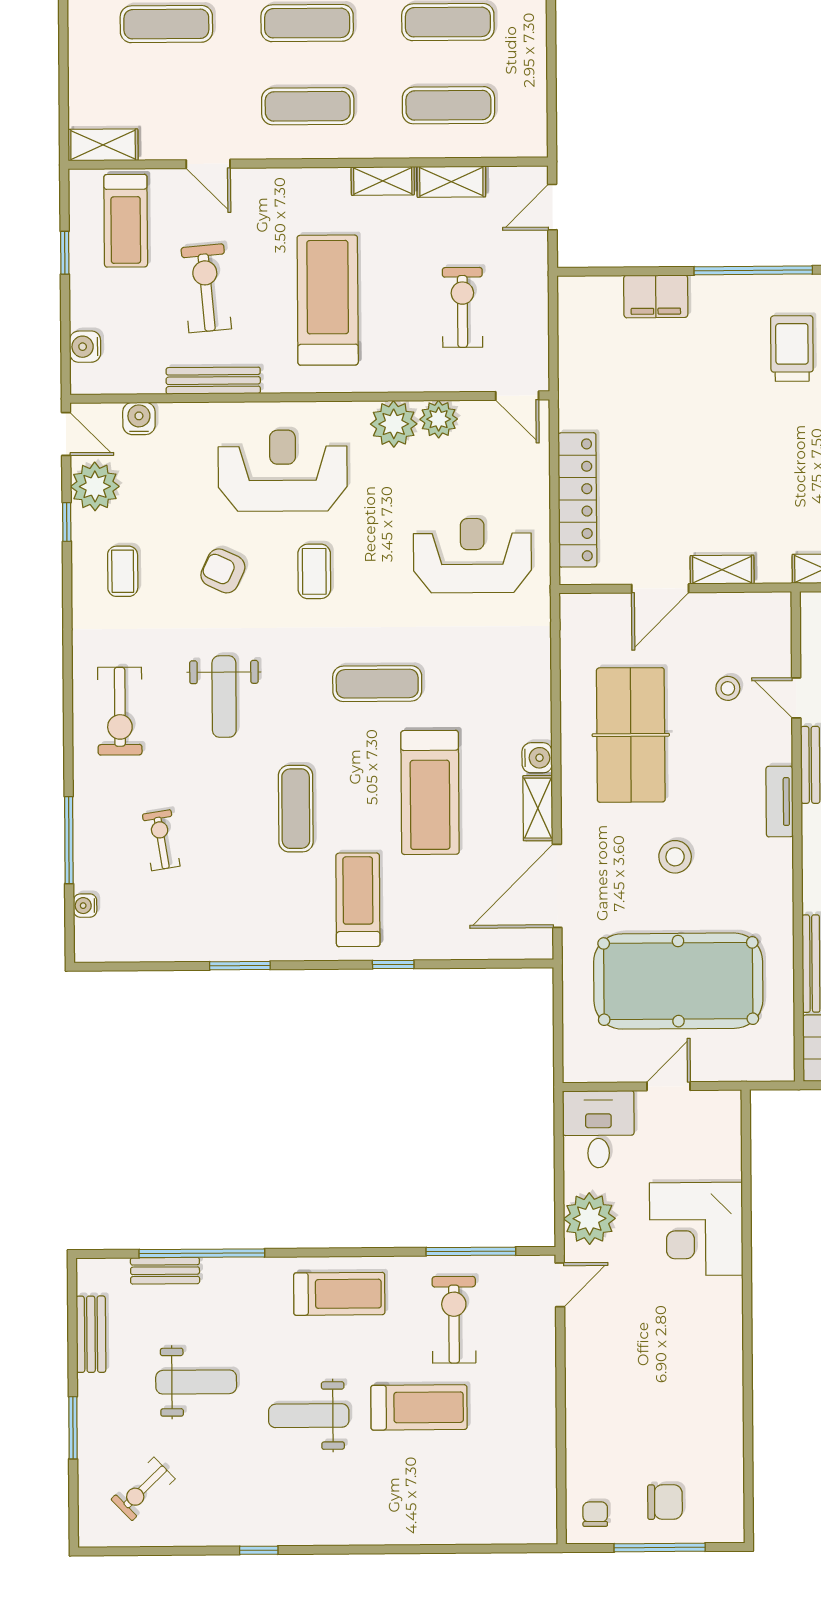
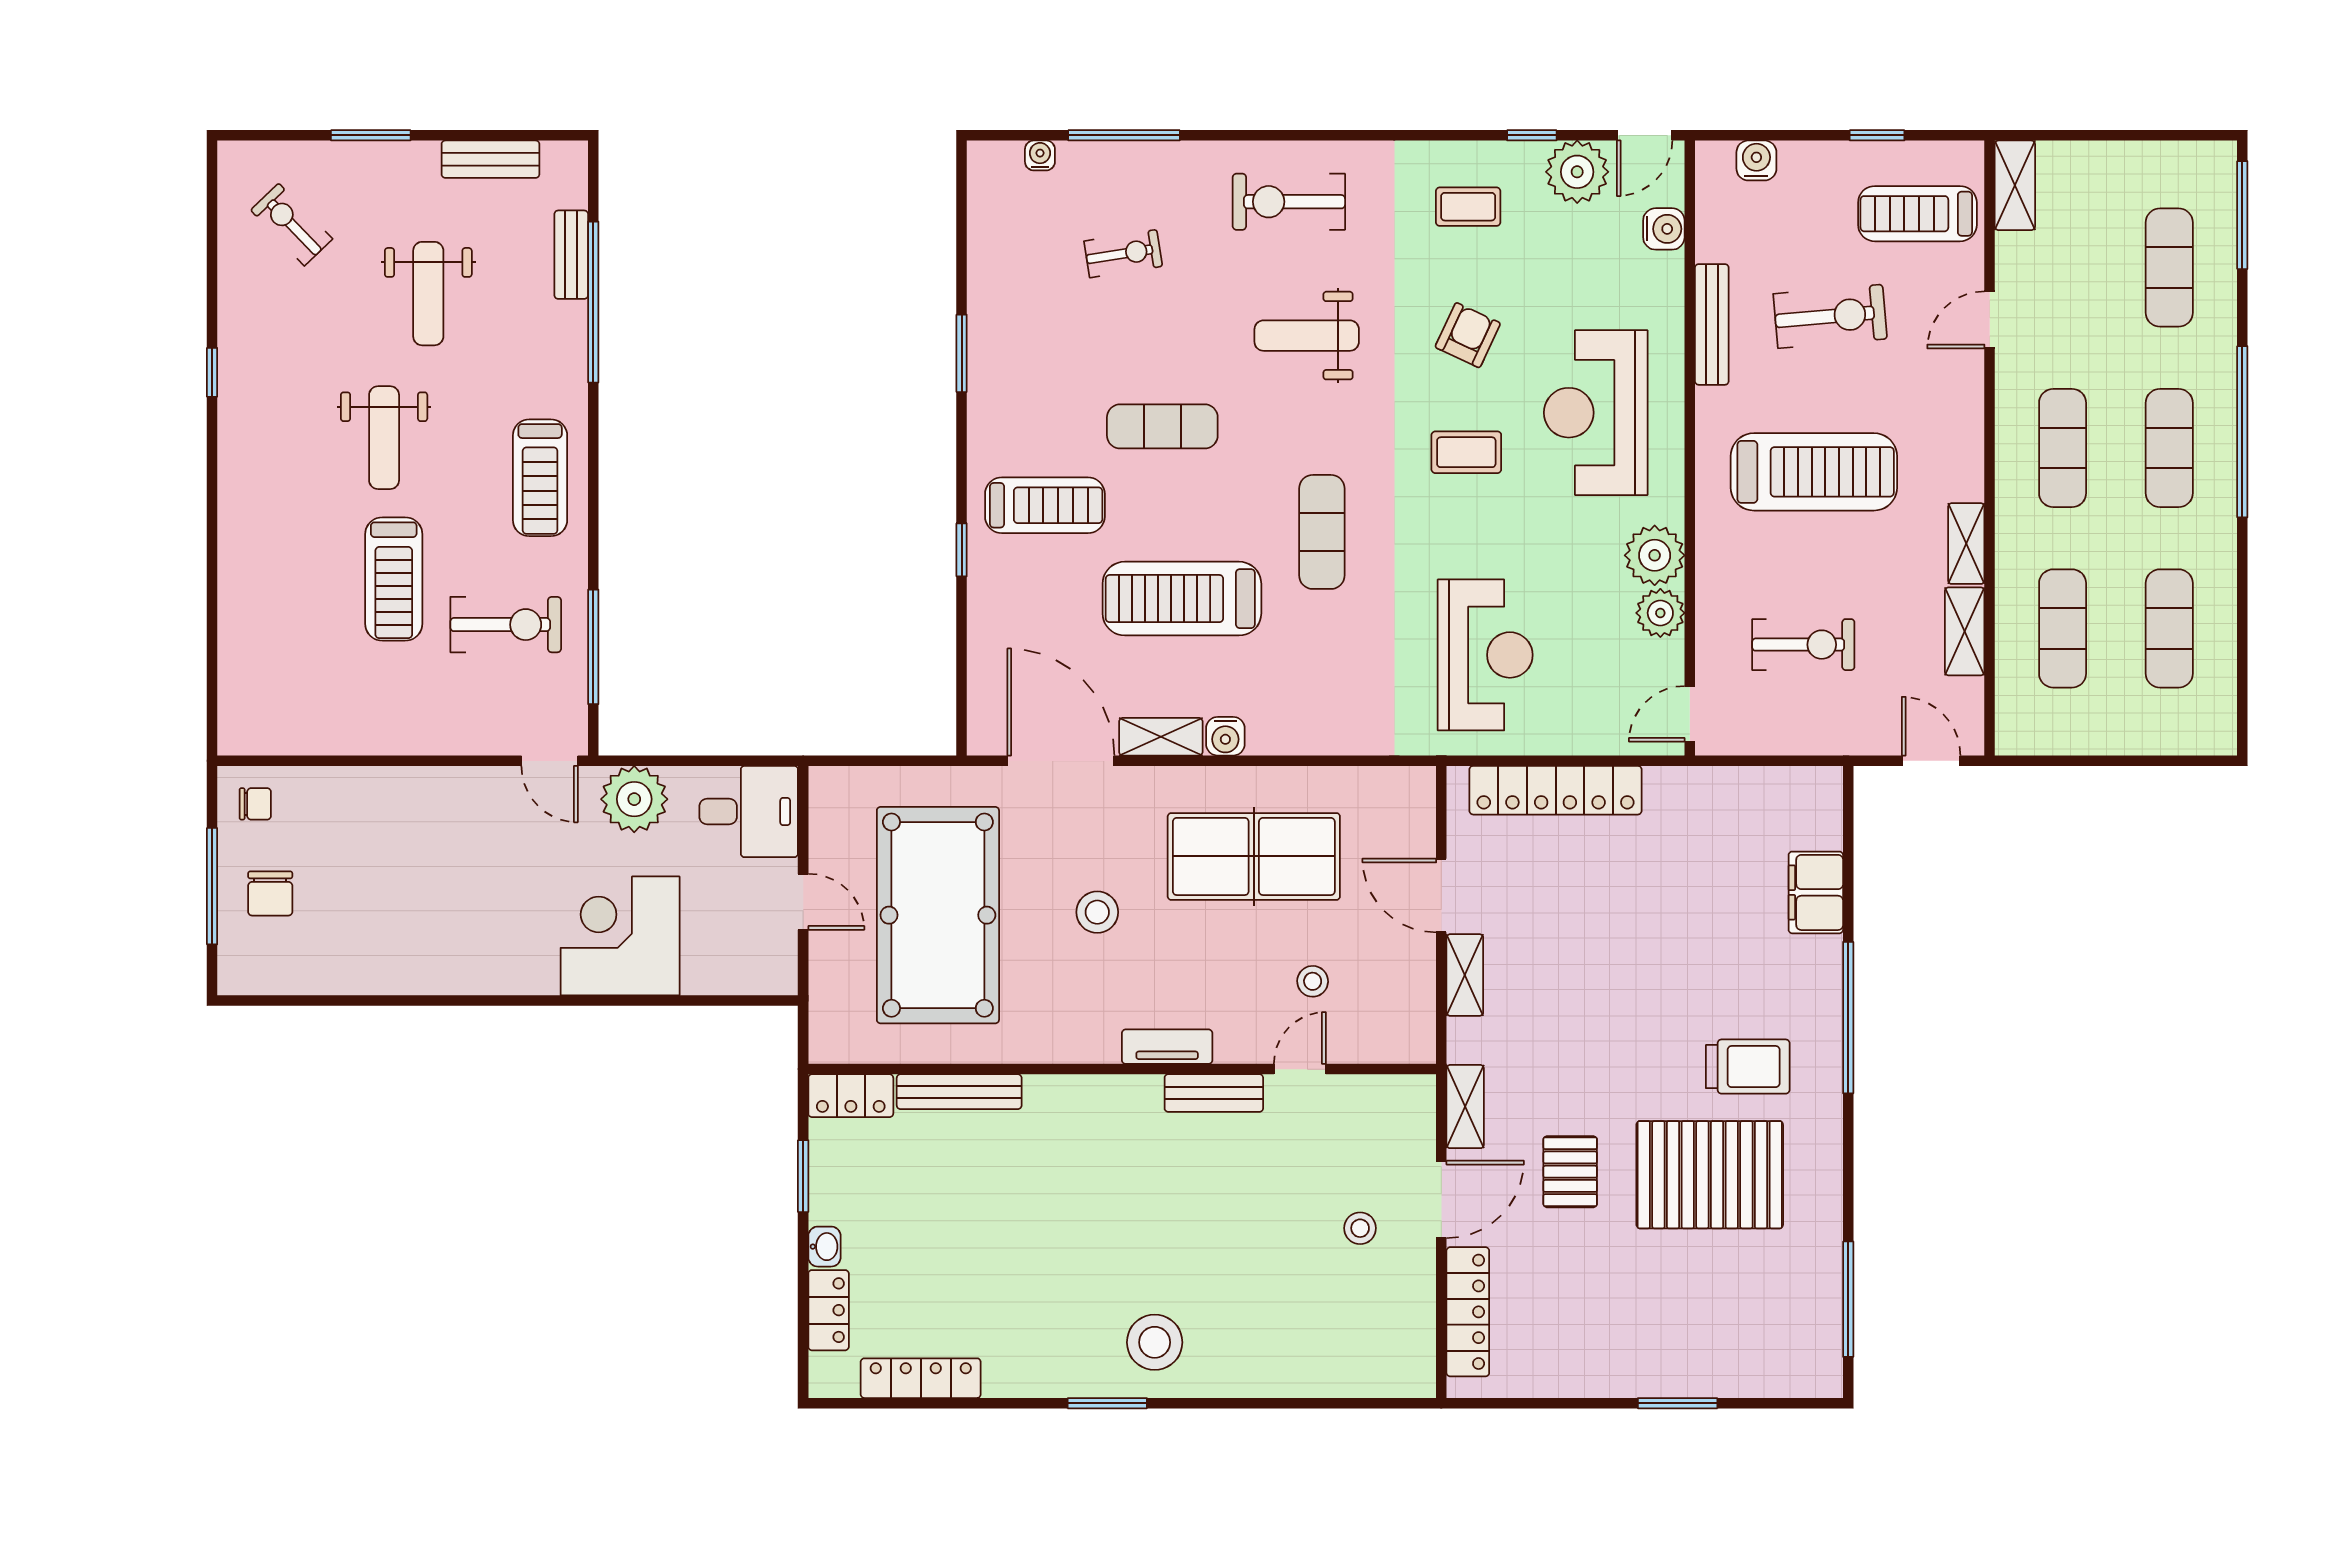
reception desk: (283, 471) -> (1596, 413), turned 180
weight bench: (309, 1416) -> (384, 438), turned 180

